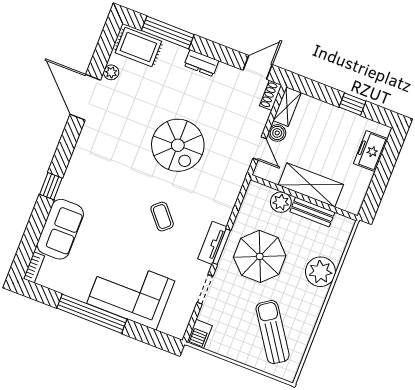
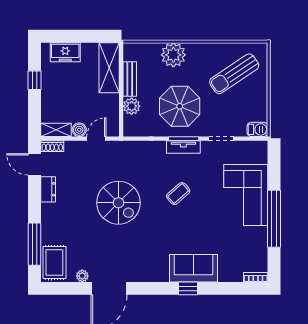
dresser: (201, 63) -> (48, 189), moved
spiral stairs: (178, 145) -> (118, 203), turned 90
shelving: (311, 185) -> (109, 68), moved
sofa: (60, 229) -> (194, 268), moved

